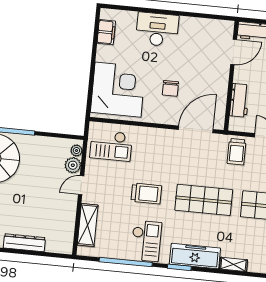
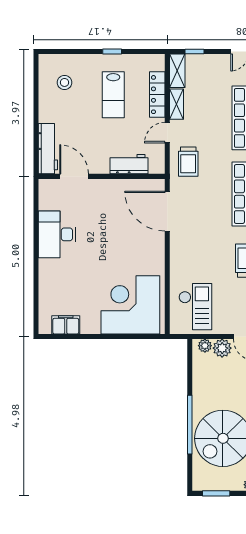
desk: (157, 29) -> (57, 234), moved
chair: (170, 88) -> (123, 245), removed
trolley: (237, 152) -> (188, 162), turned 90

